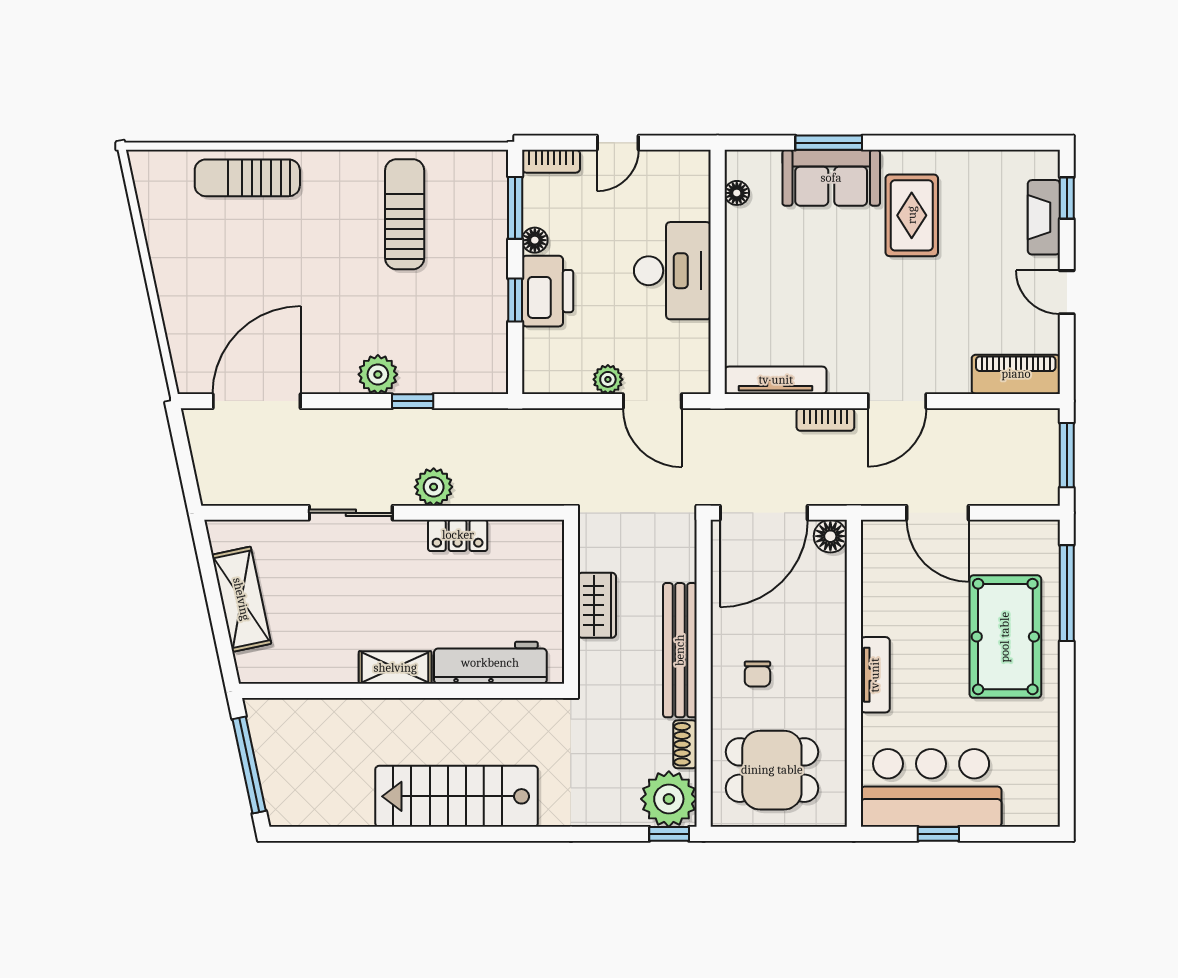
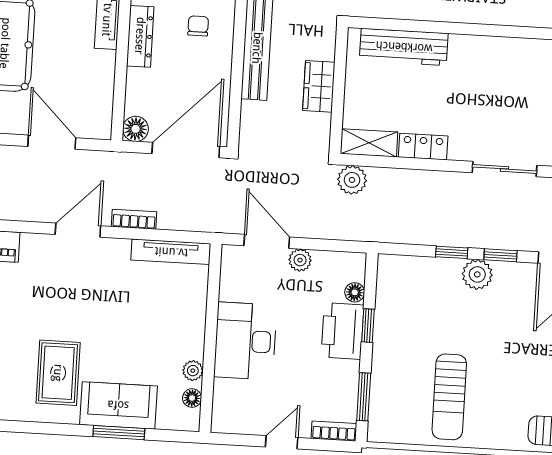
plant: (738, 228) -> (193, 371), added
floor lamp: (535, 240) -> (355, 292), moved
window: (349, 401) -> (500, 255), added
plant: (434, 487) -> (352, 180), moved
dresser: (831, 656) -> (140, 36), added
shelving: (395, 668) -> (369, 143), moved

